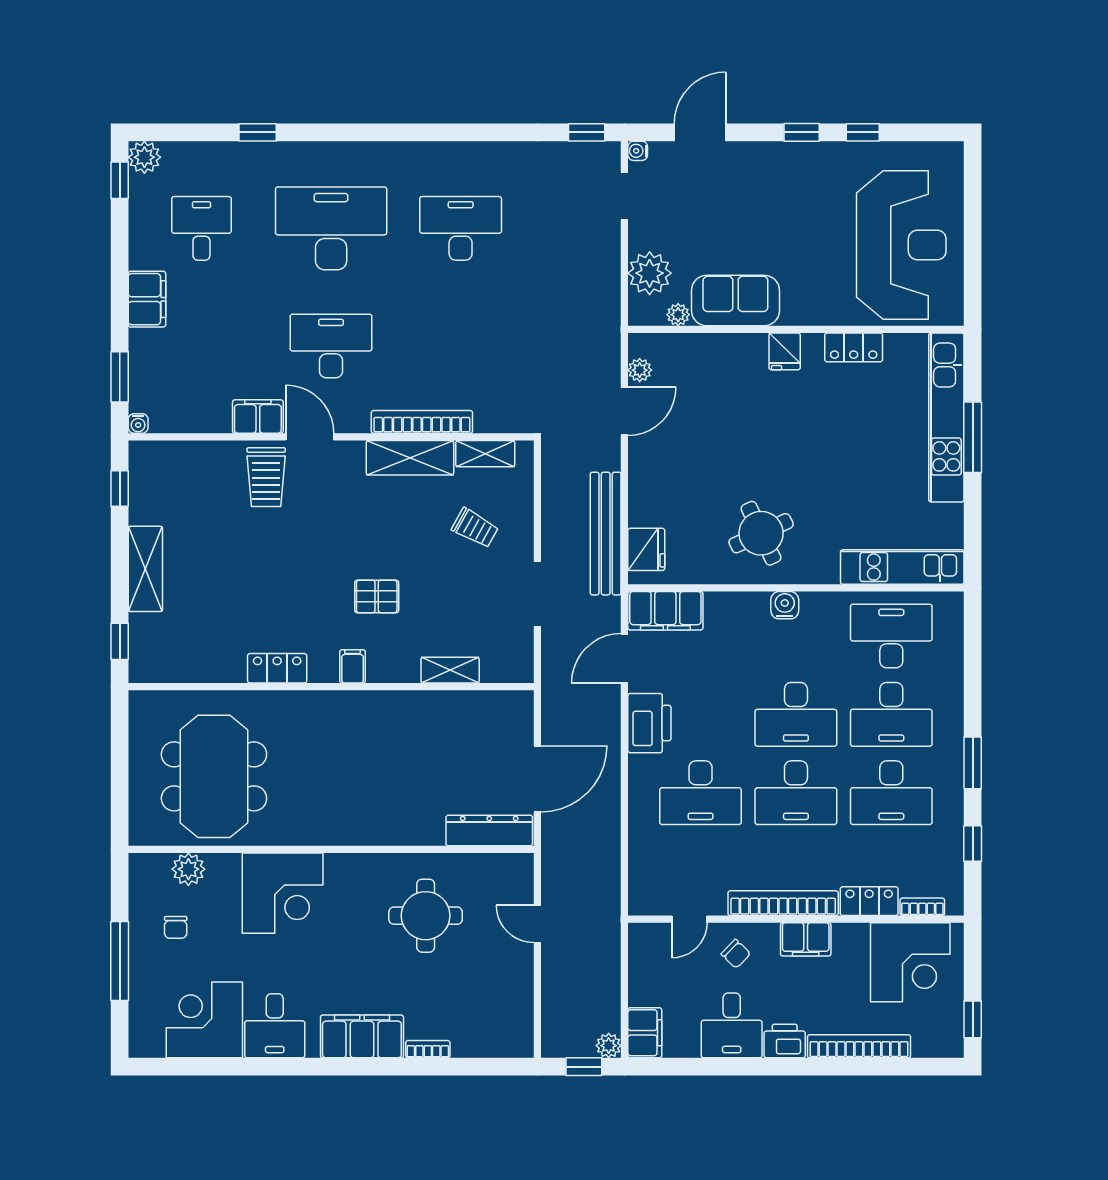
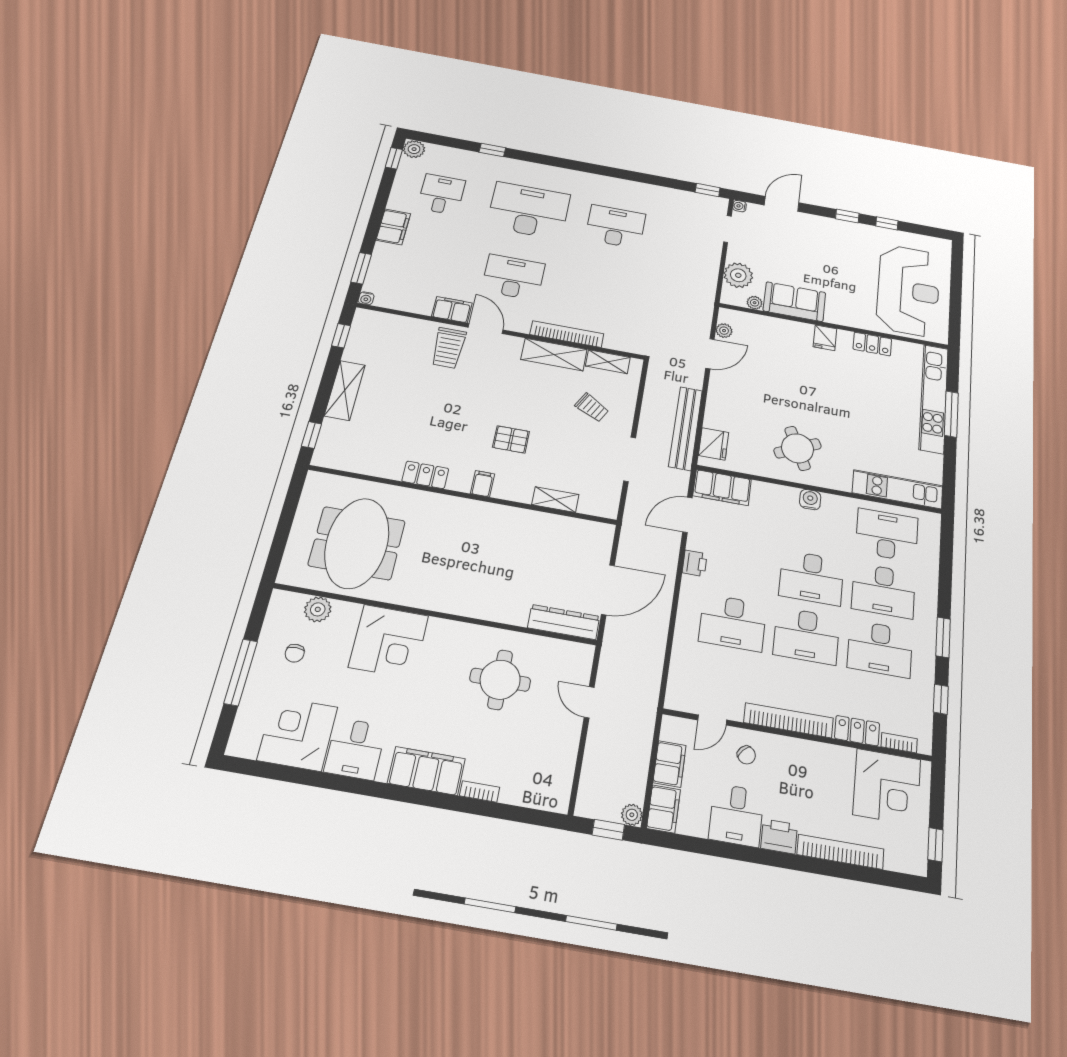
printer: (649, 723) -> (695, 563), width x0.53, depth x0.68
filing cabinet: (806, 939) -> (670, 764), moved, turned -90

